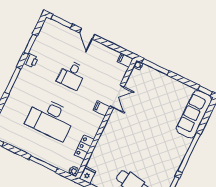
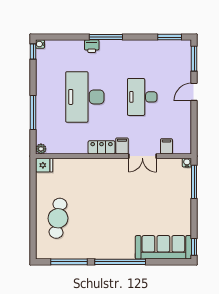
window: (30, 44) -> (170, 37), moved
filing cabinet: (125, 60) -> (166, 146), moved
printer: (31, 61) -> (92, 46), moved
desk: (72, 75) -> (142, 97), width x1.37
locker: (84, 147) -> (102, 147), moved

